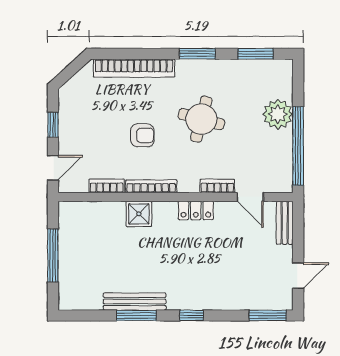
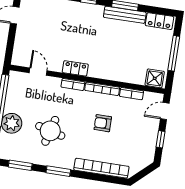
round table: (201, 119) -> (50, 131), moved
bookcase: (217, 186) -> (73, 84), moved
shower: (139, 214) -> (155, 78), moved
bench: (285, 223) -> (18, 51), removed
locker: (82, 300) -> (159, 21), added

